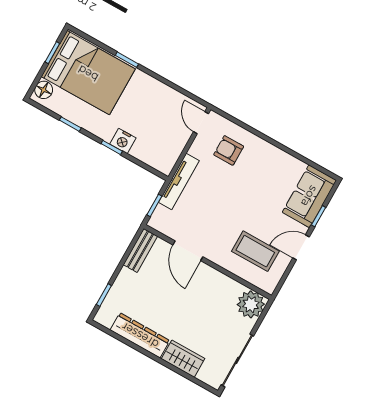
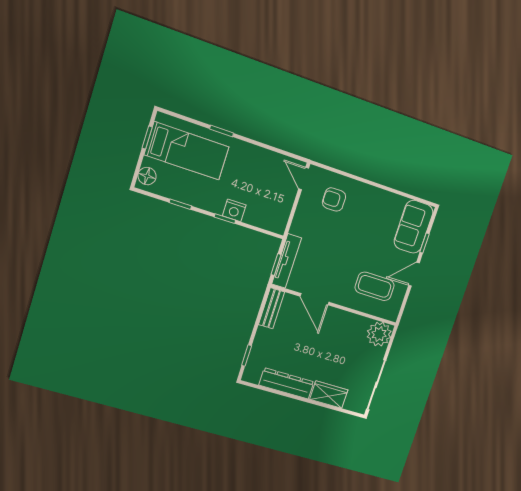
bed: (88, 73) -> (187, 151), width x0.67
tv unit: (179, 182) -> (287, 261), moved

